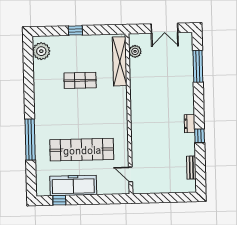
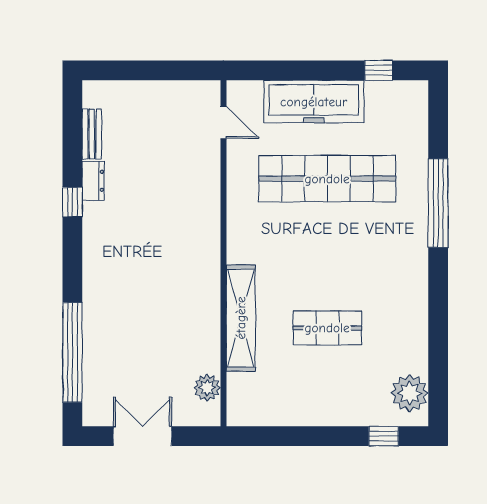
window: (75, 30) -> (384, 436), moved
shelving: (120, 61) -> (241, 318), moved
window: (198, 66) -> (72, 352), width x1.46
dresser: (190, 124) -> (93, 181), moved
freezer: (73, 186) -> (314, 102), moved

